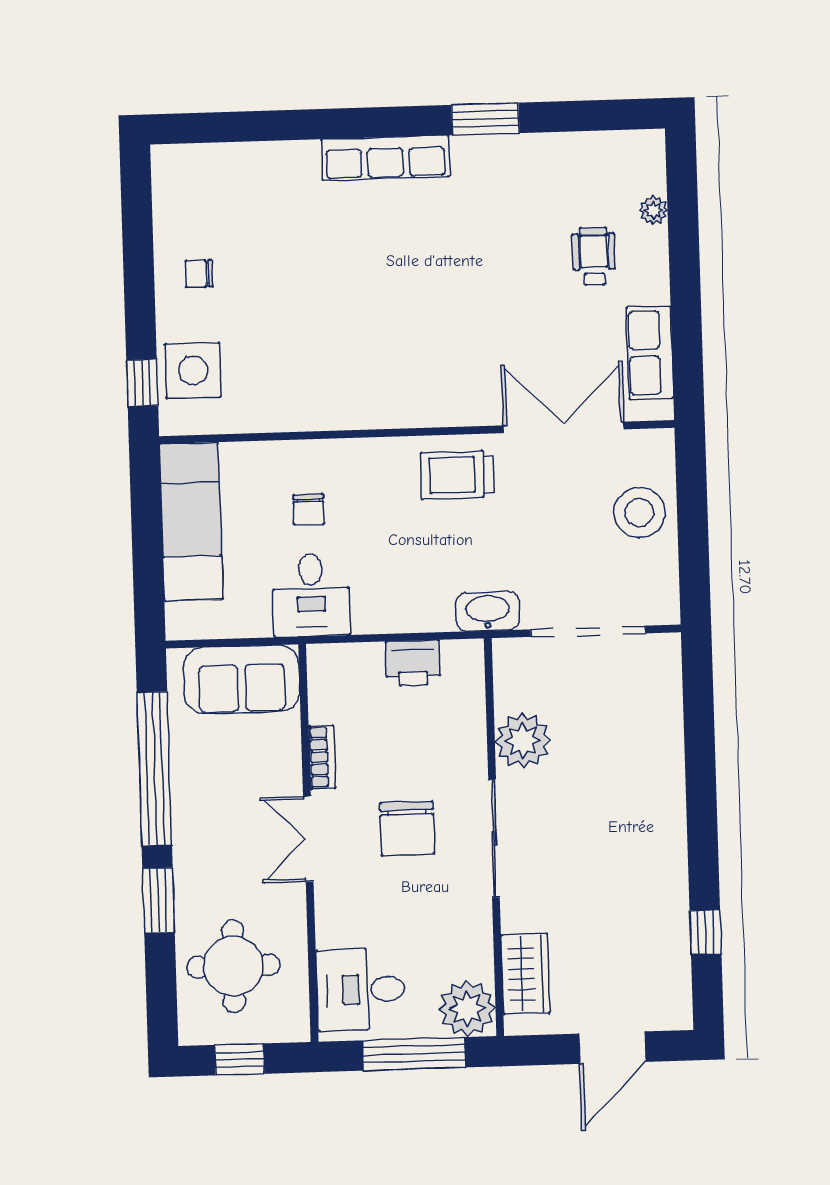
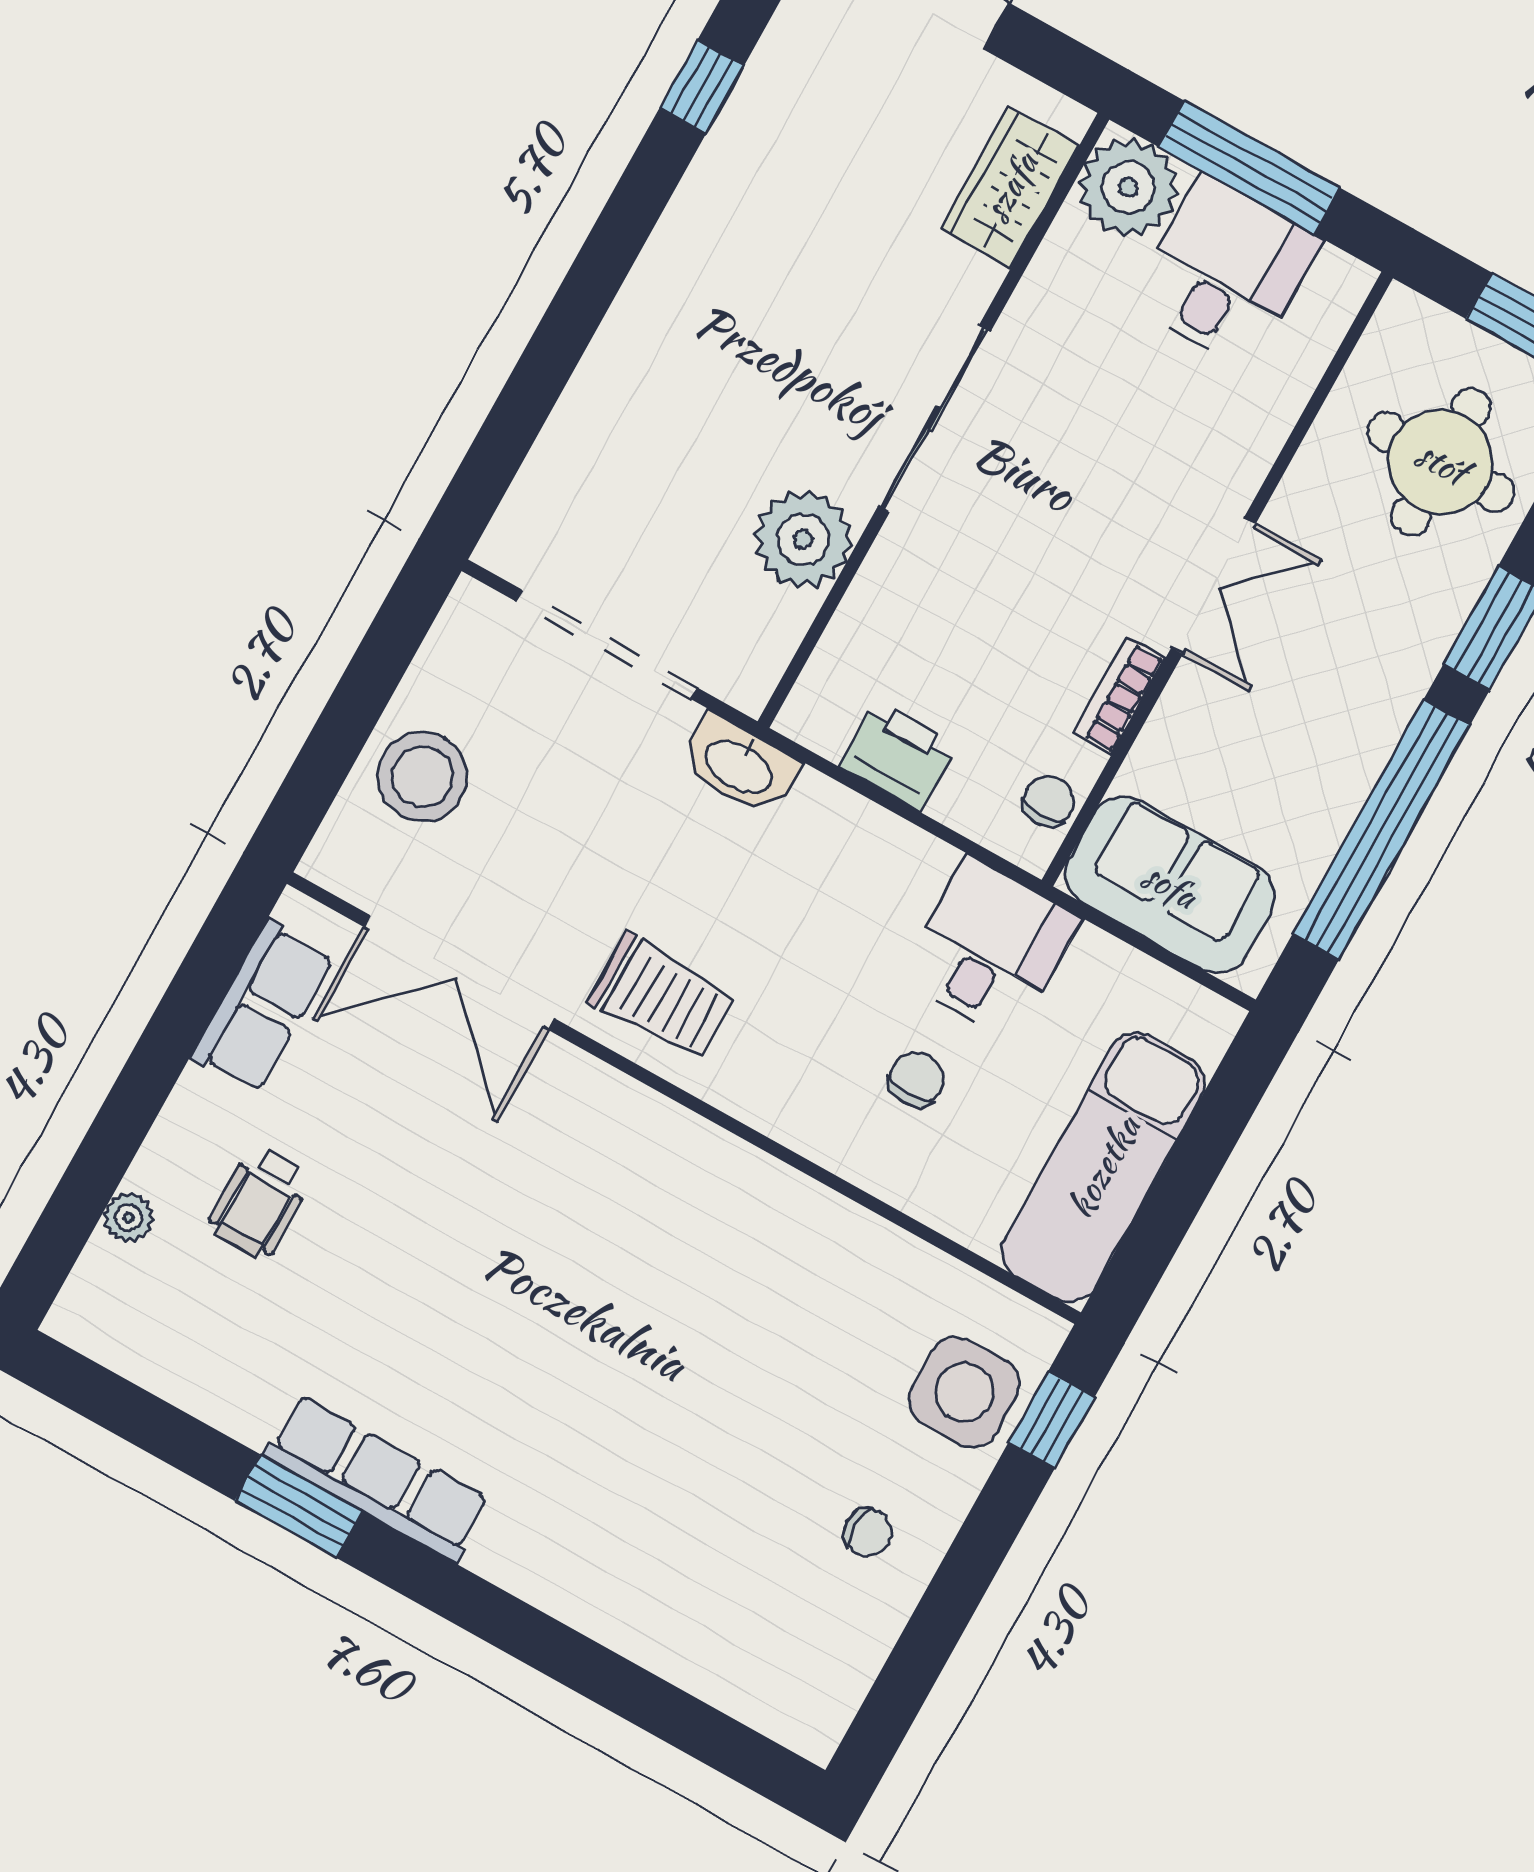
row of seats: (385, 158) -> (377, 1478), moved
chair: (407, 828) -> (1048, 801), moved, width x0.54, depth x0.54
desk: (360, 989) -> (1225, 272), moved, turned -90

